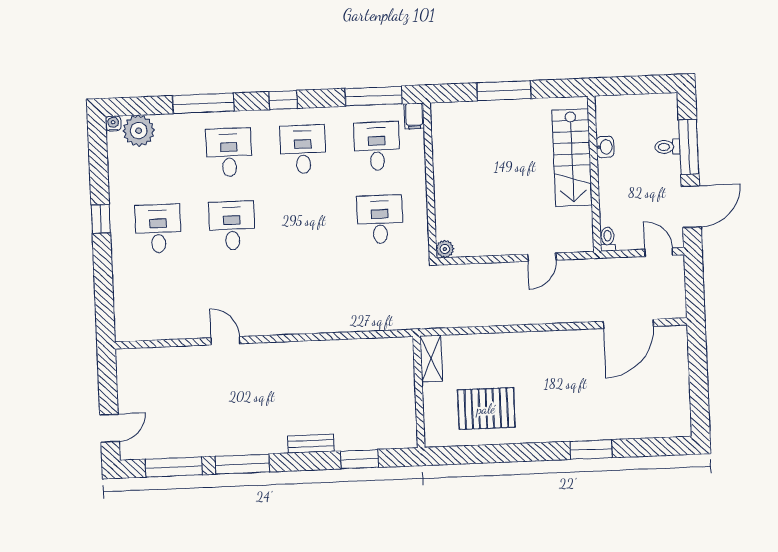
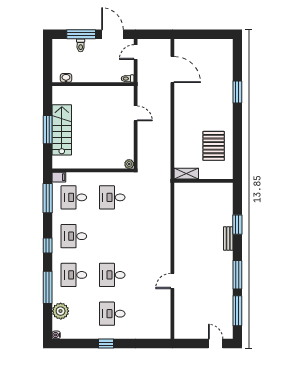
plant: (139, 131) -> (61, 311), moved
washbasin: (605, 147) -> (66, 78), moved
stairs: (572, 158) -> (62, 130), moved, turned -90
window: (359, 459) -> (237, 225), moved

